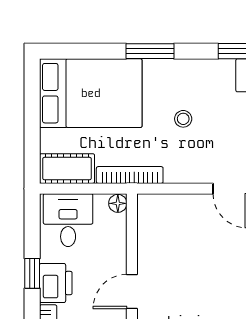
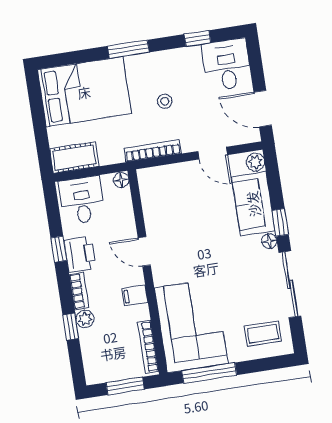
bookcase: (130, 175) -> (152, 151), moved
door: (132, 292) -> (144, 251), hinge flipped

